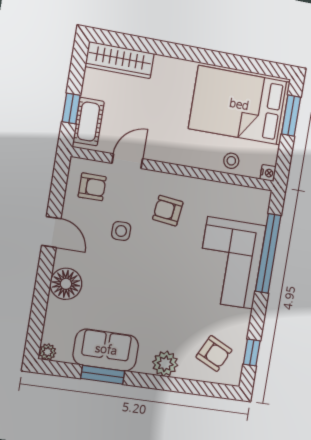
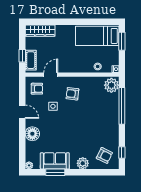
bed: (239, 105) -> (97, 36), width x0.67
plant: (254, 206) -> (111, 85), added
corner sofa: (230, 263) -> (105, 113), removed

